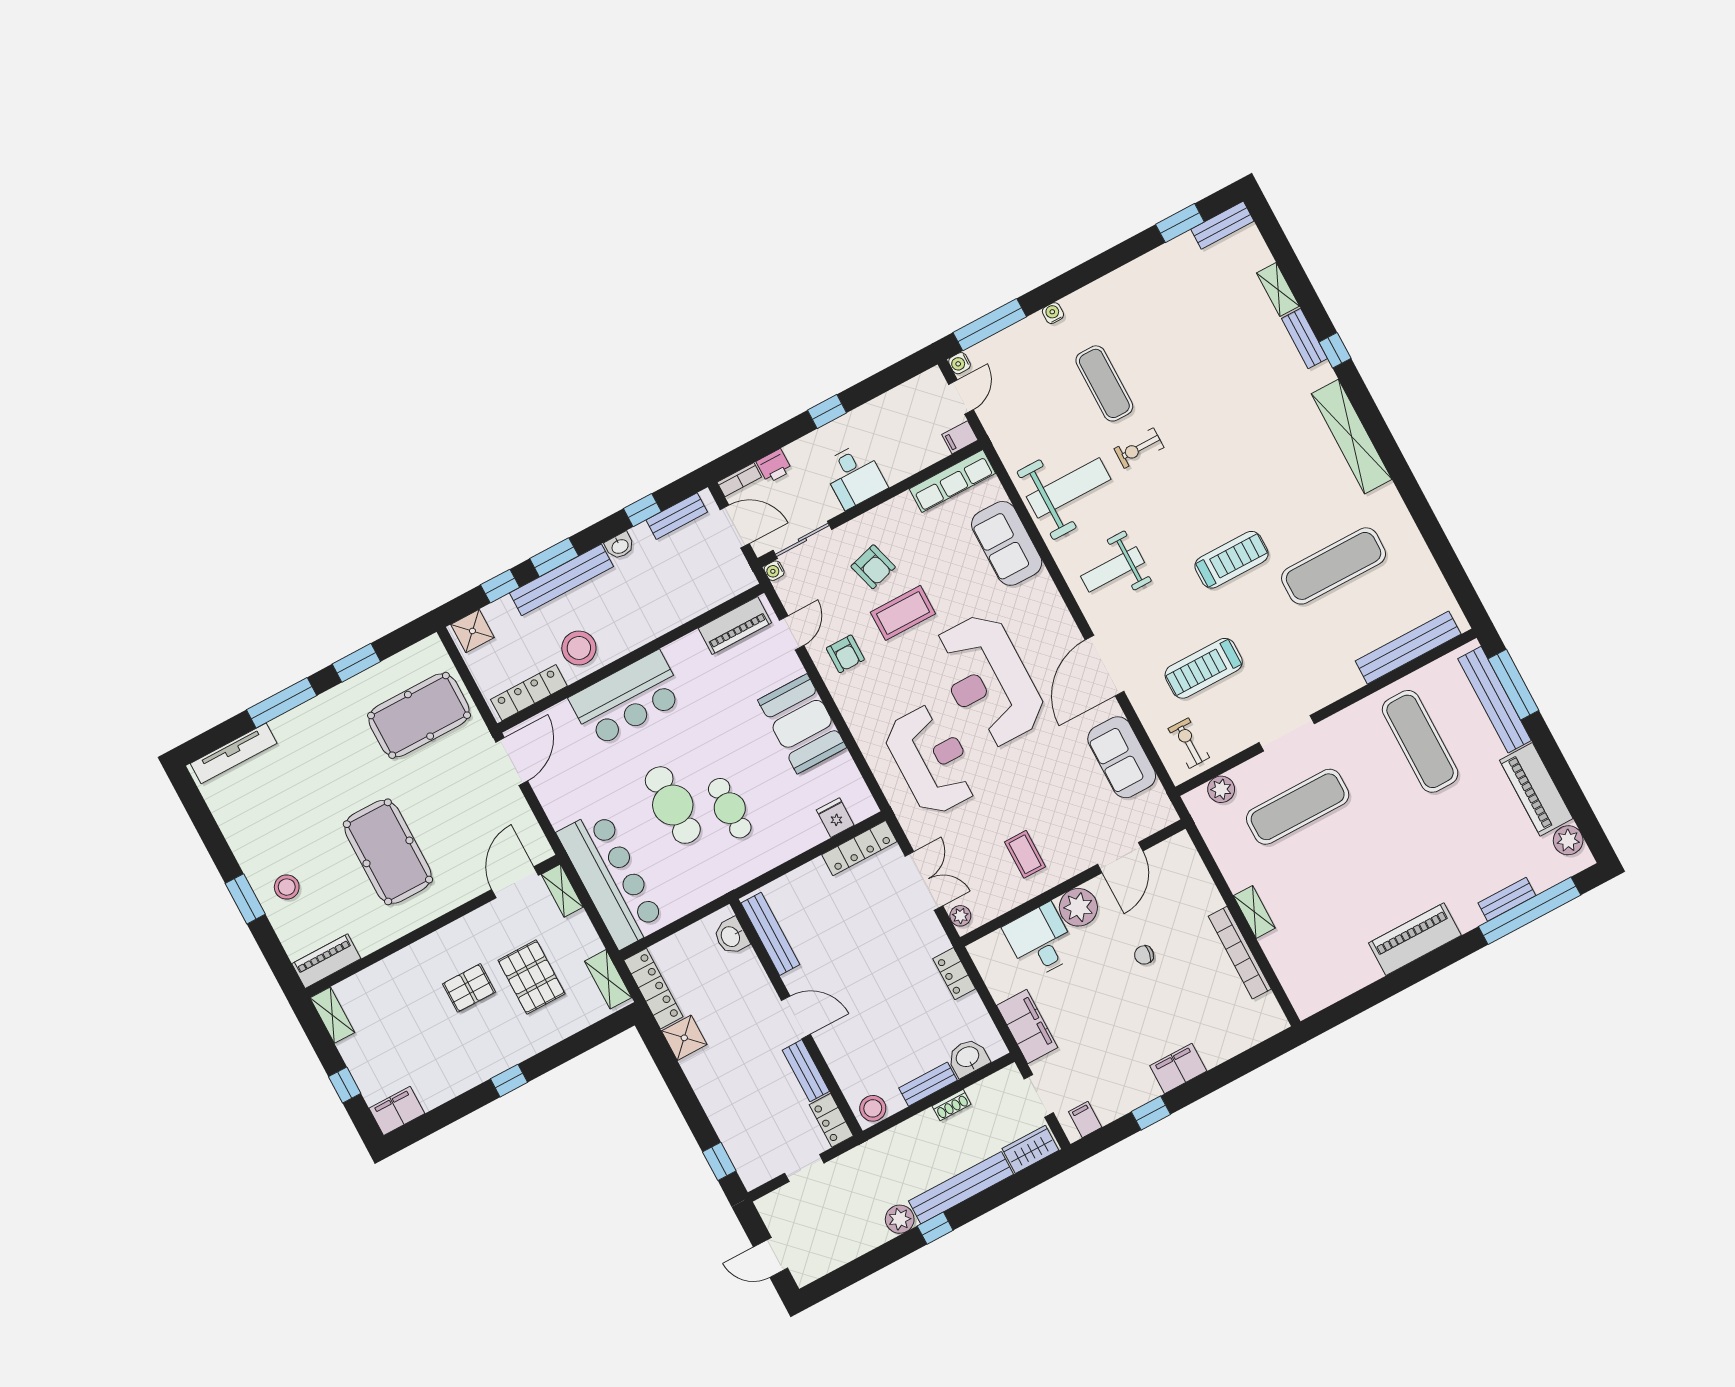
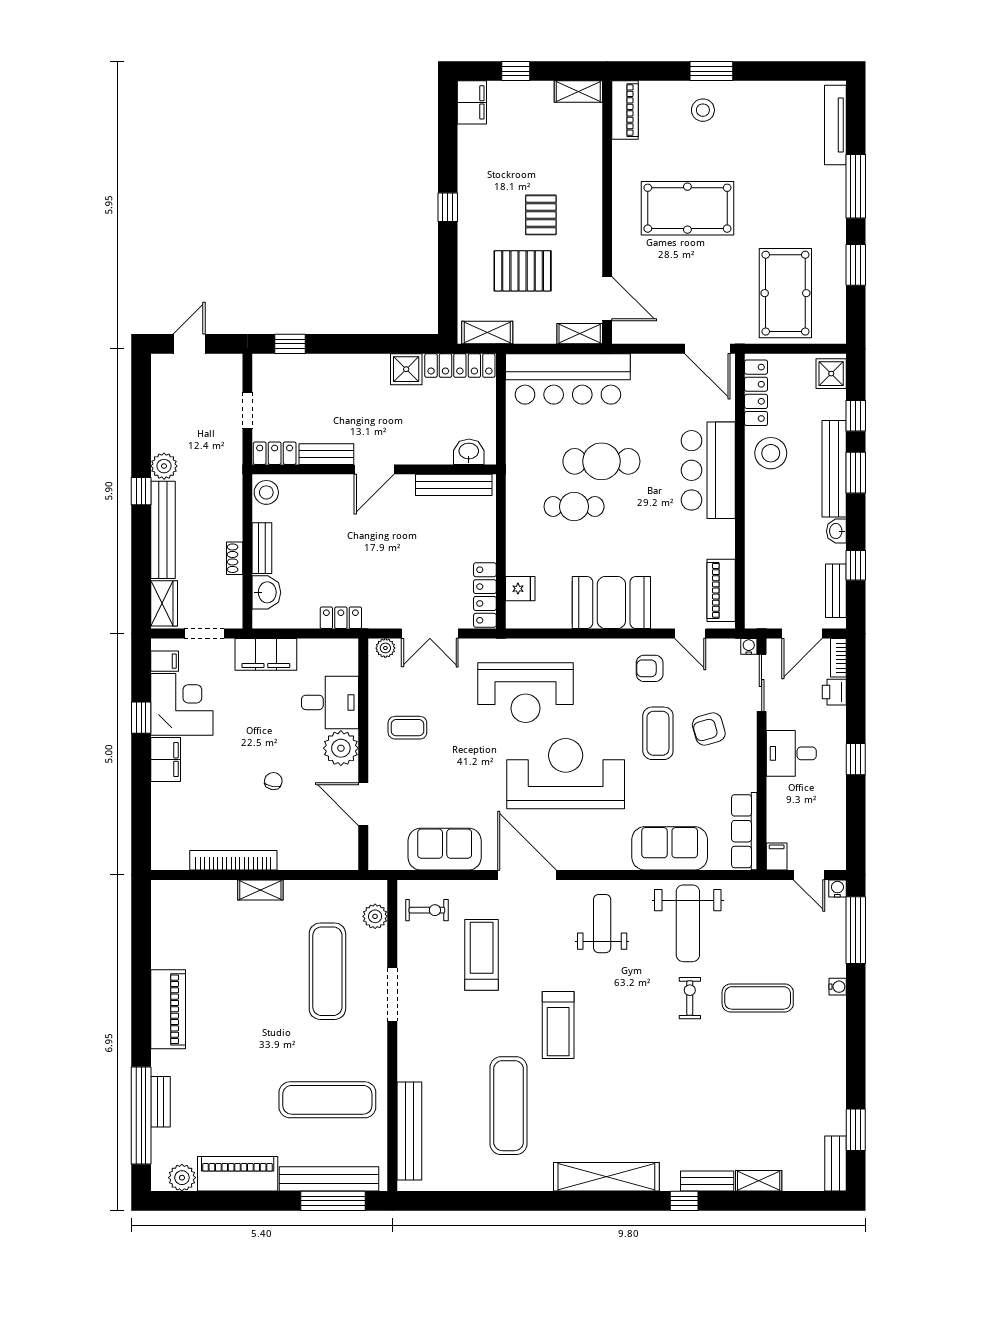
corner desk: (1118, 1081) -> (182, 704), added

